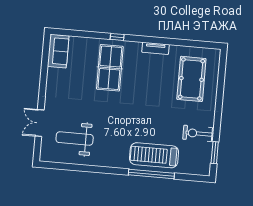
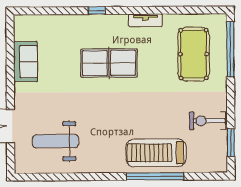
sofa: (58, 51) -> (25, 62), moved
table tennis table: (110, 68) -> (109, 63), moved, turned 90
window: (221, 78) -> (230, 49), added

